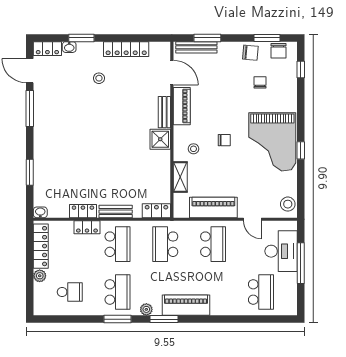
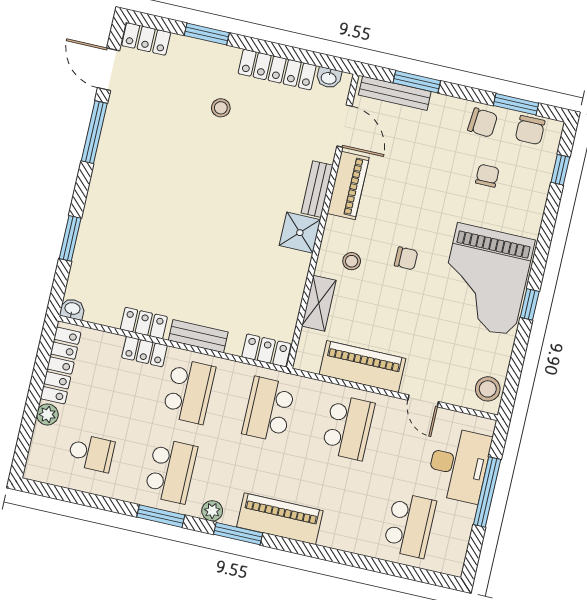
washbasin: (69, 47) -> (329, 78), moved

